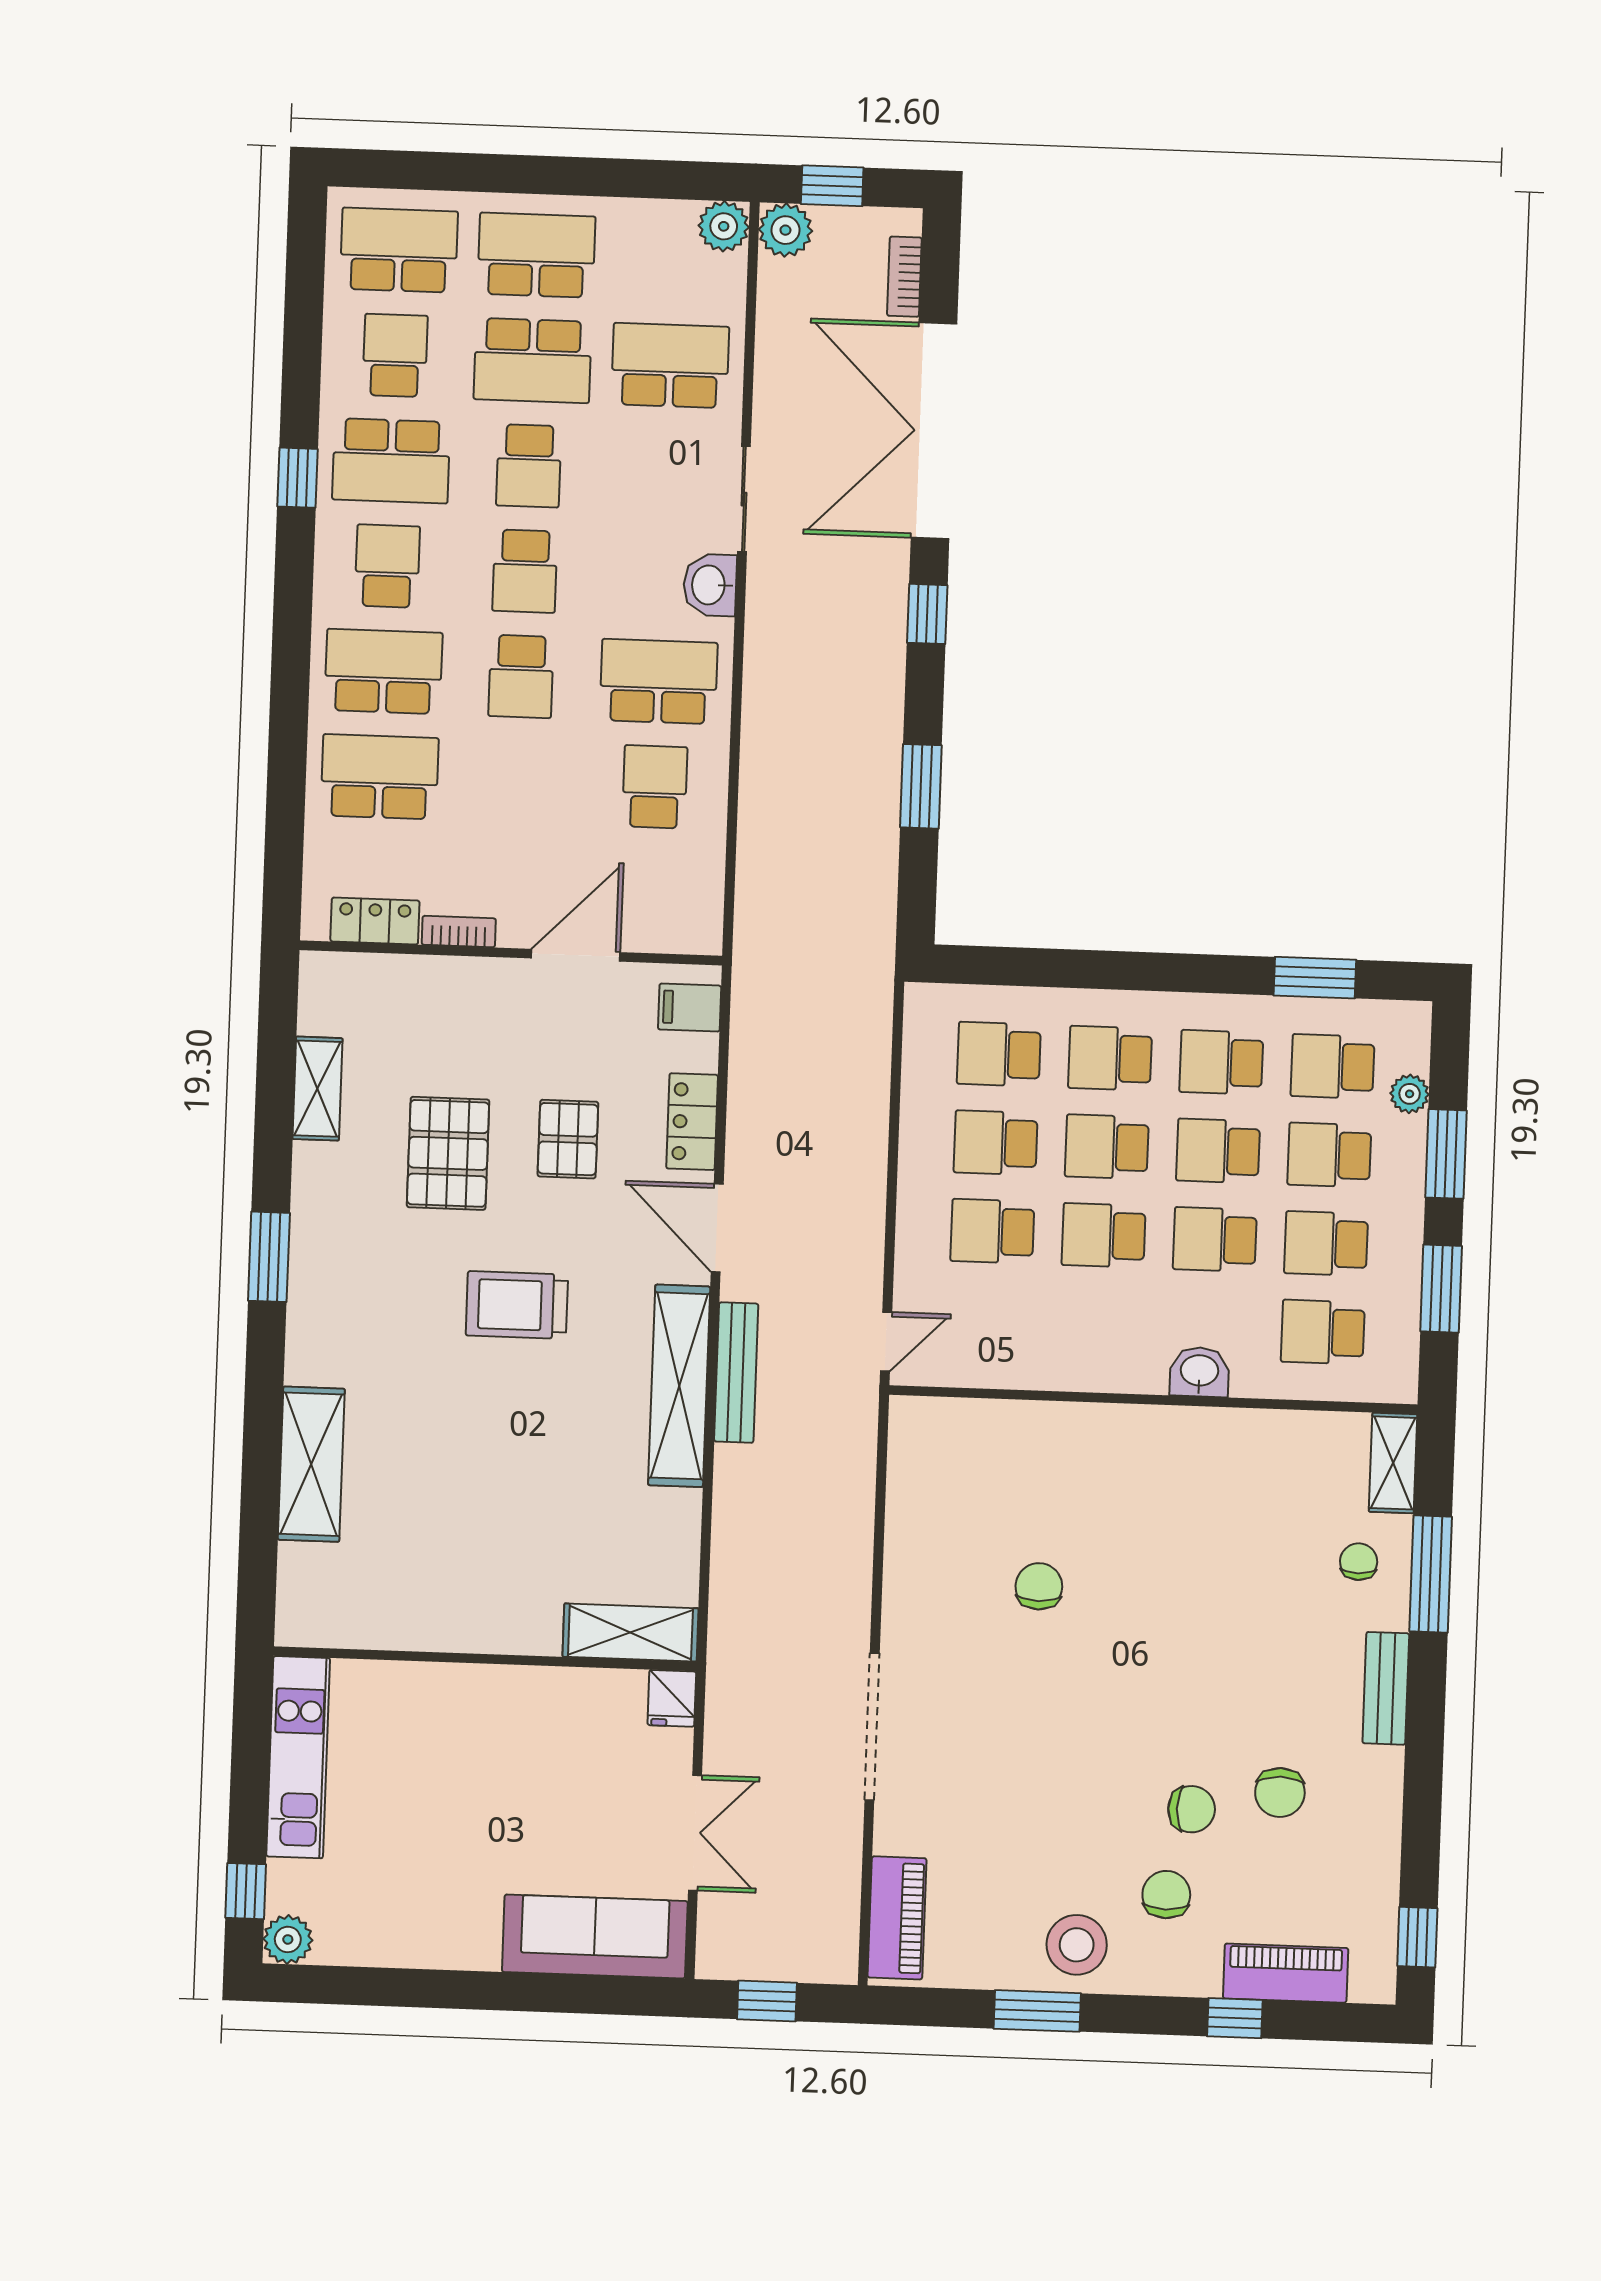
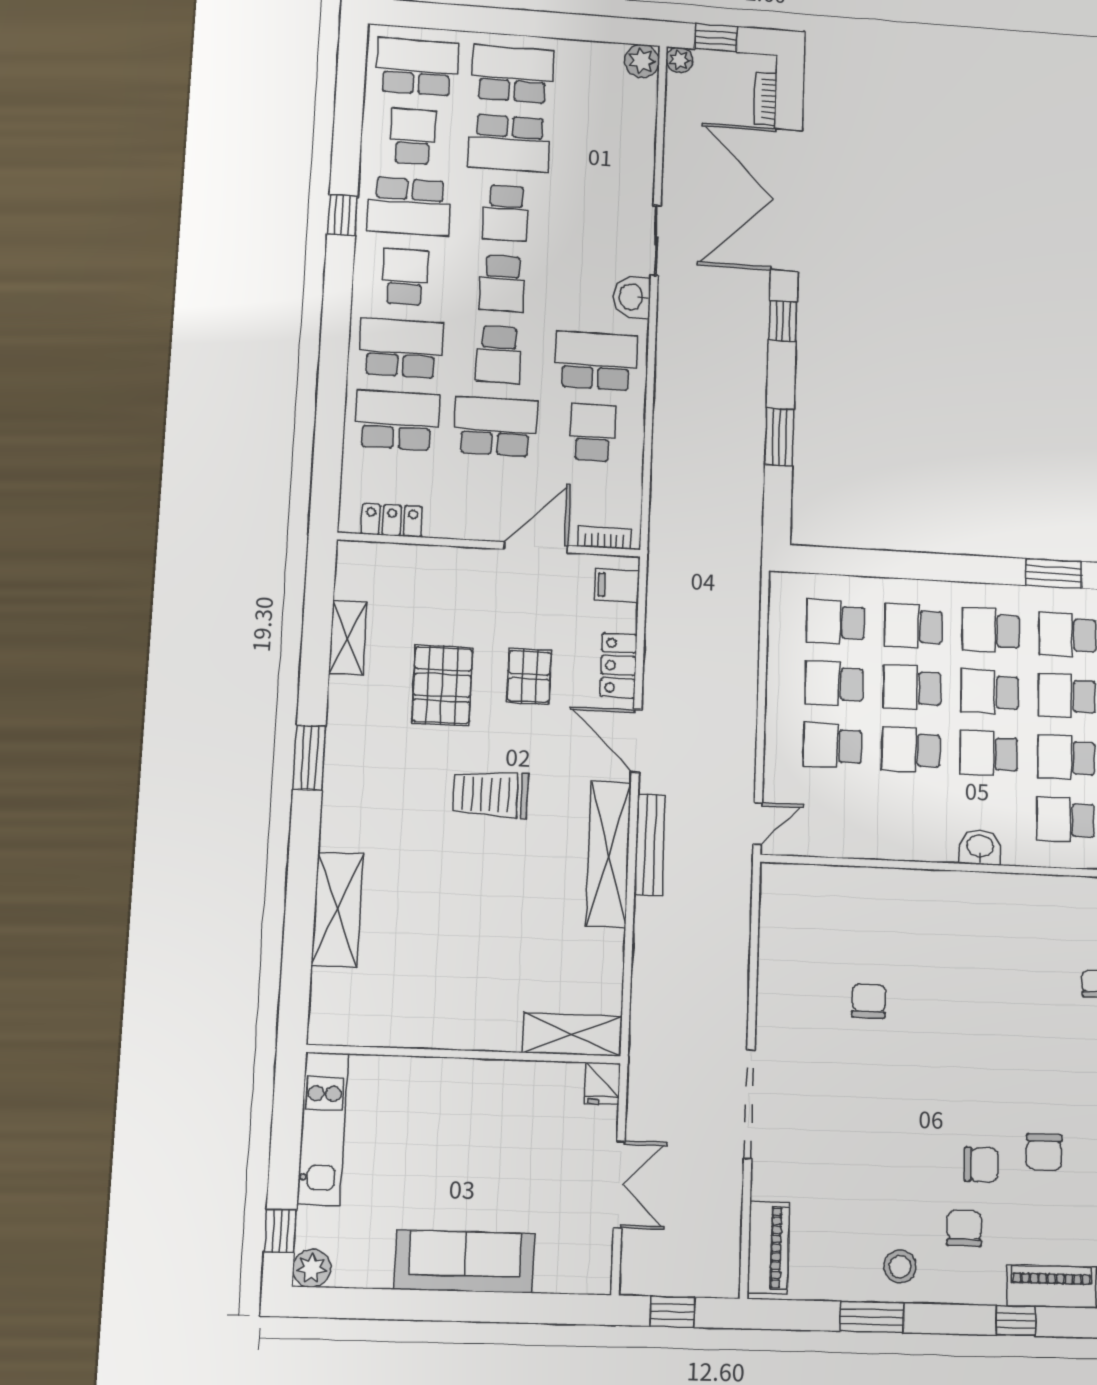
plant: (785, 230) -> (679, 60), width x0.73, depth x0.73
school desk: (670, 366) -> (495, 426), moved
bookcase: (459, 932) -> (605, 538), moved
sofa: (595, 1937) -> (465, 1262), moved
stool: (1077, 1945) -> (900, 1267), width x0.73, depth x0.73

